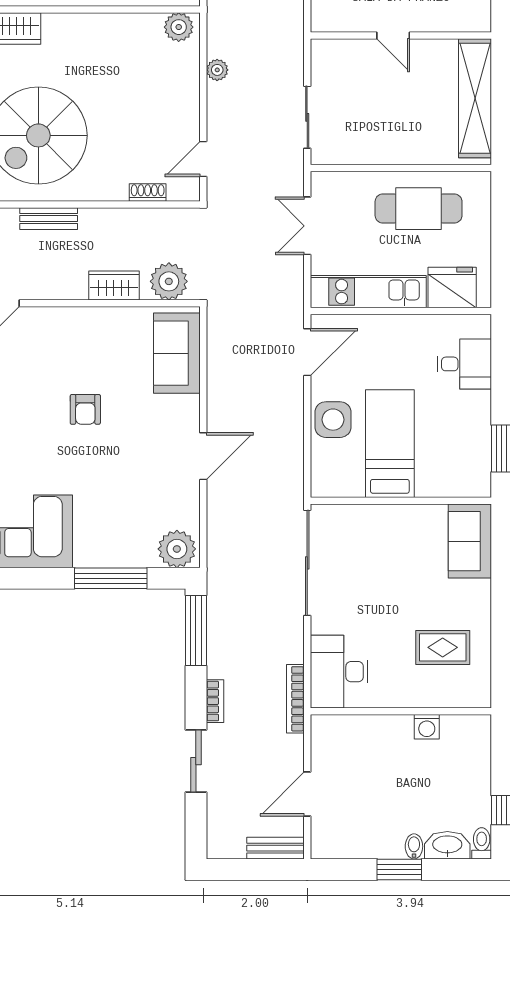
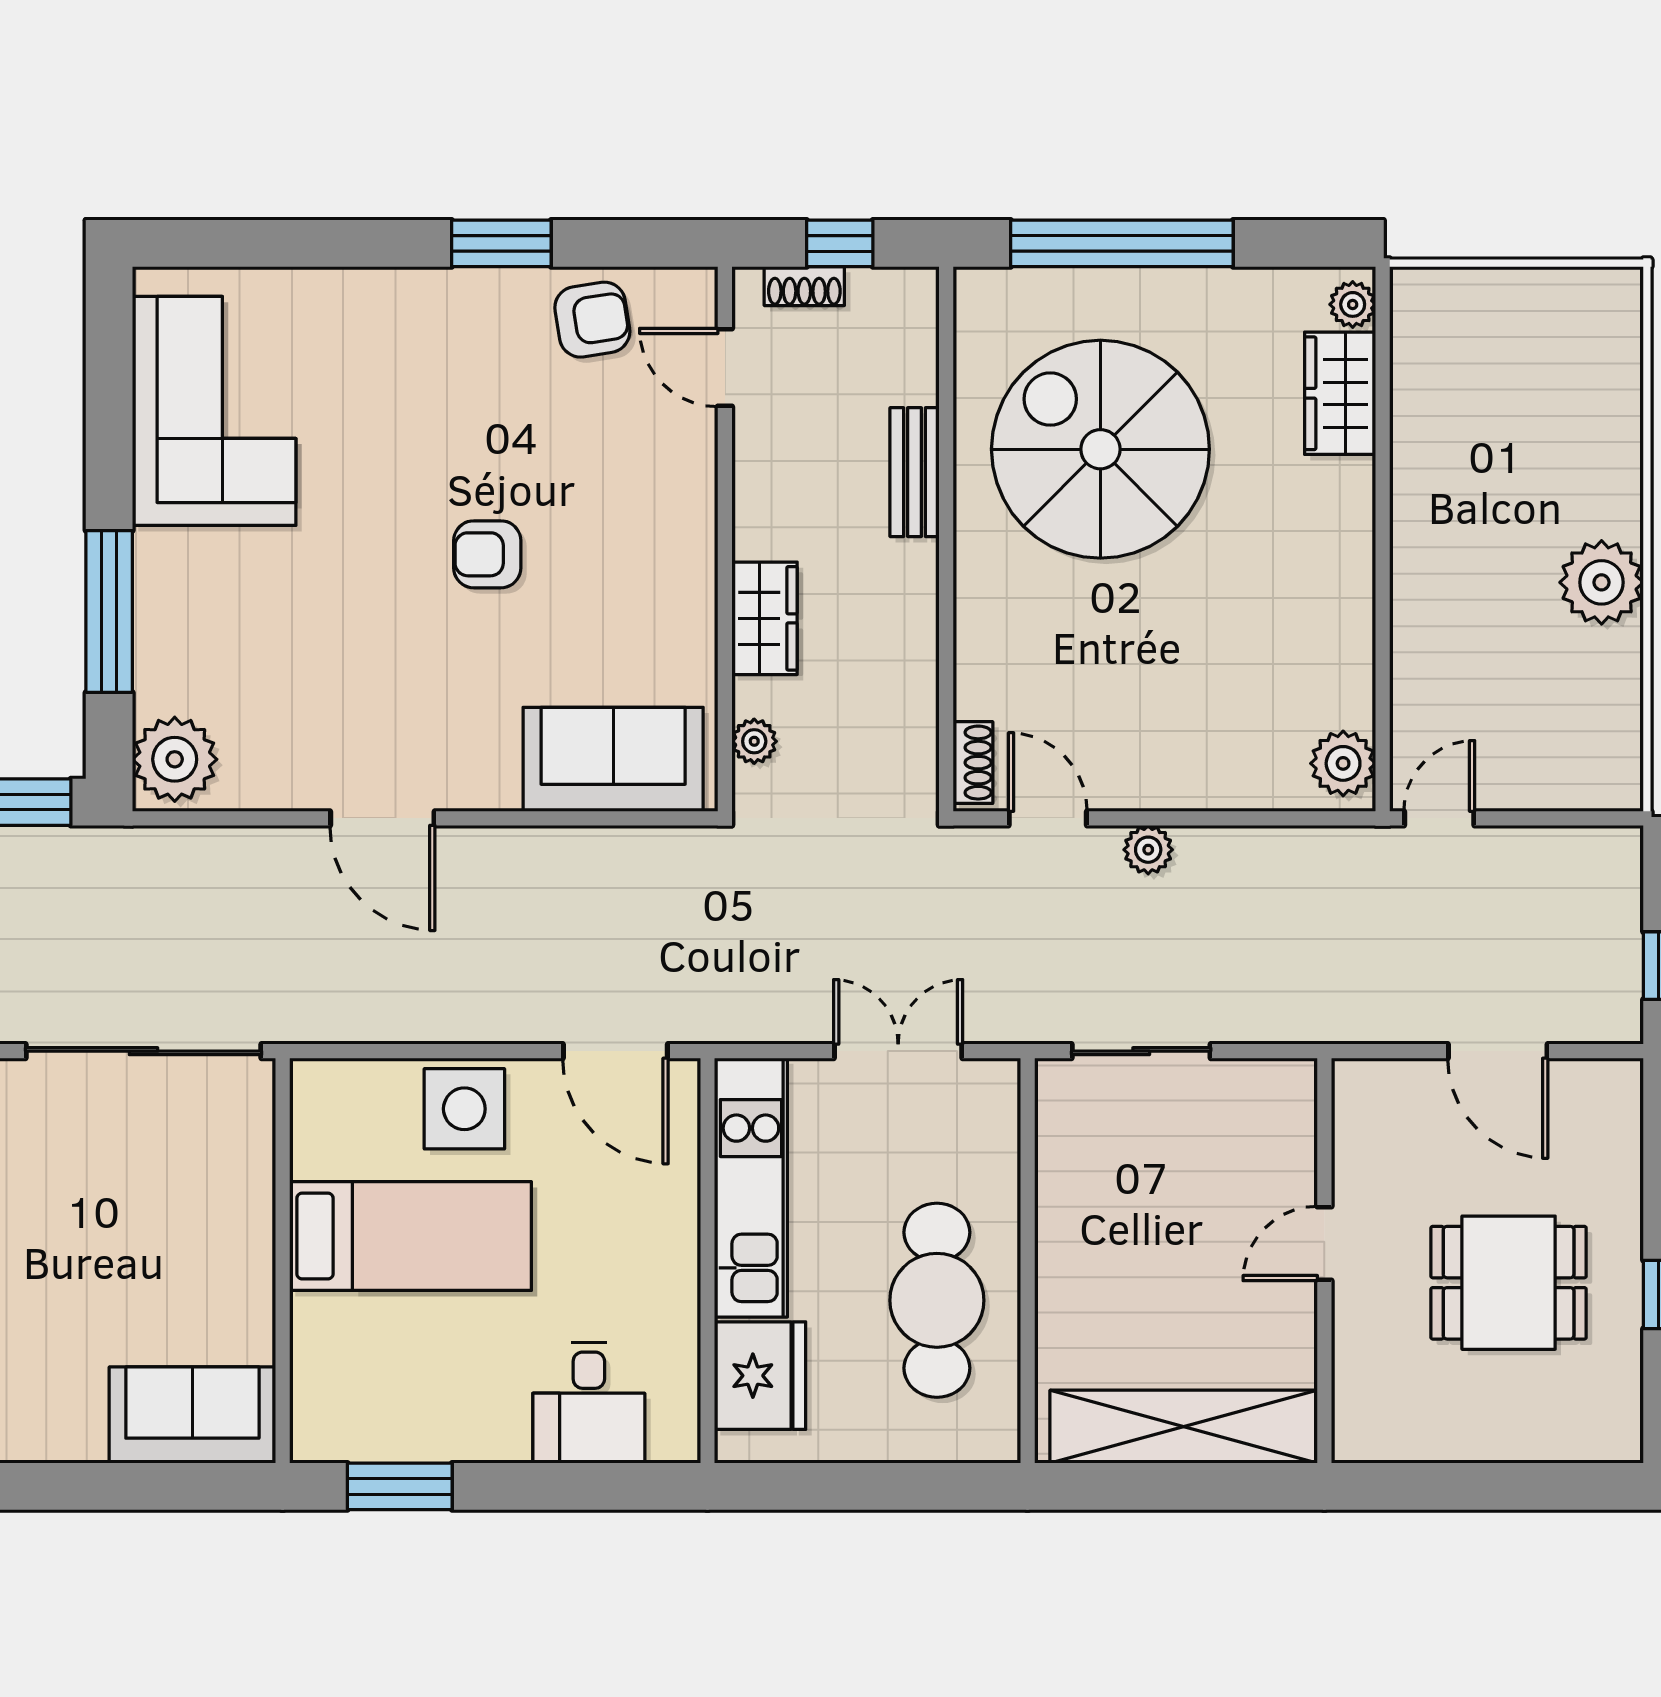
plant: (217, 70) -> (1148, 850), moved
shoe rack: (148, 192) -> (973, 763), moved
plant: (169, 281) -> (754, 741), width x0.53, depth x0.53

